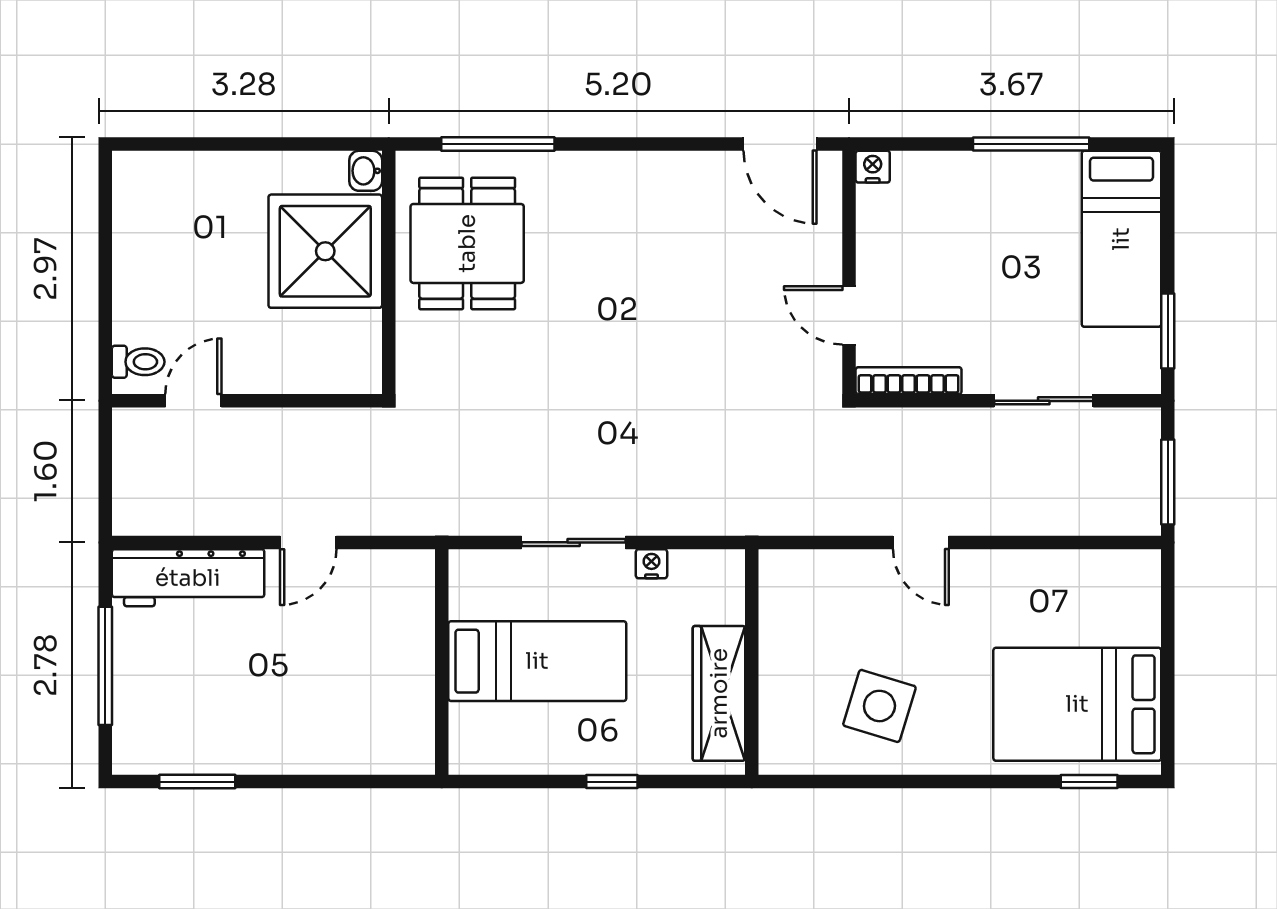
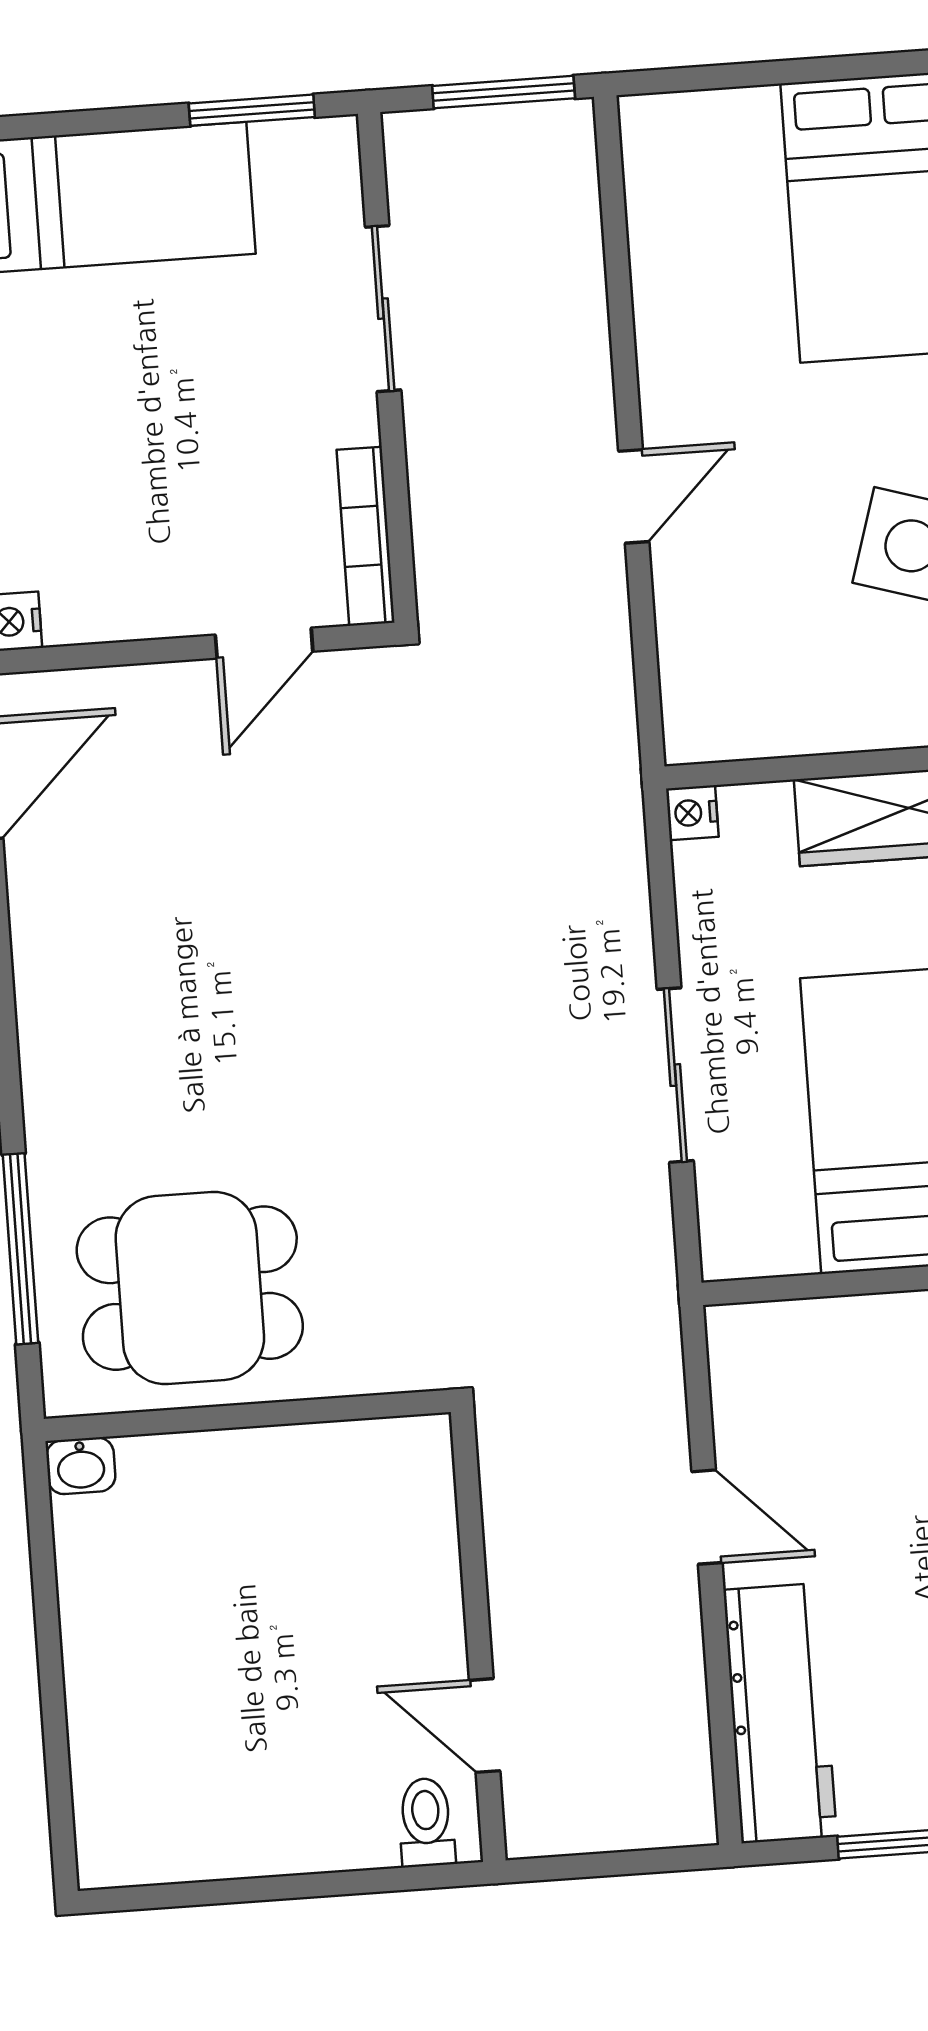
shower: (325, 251) -> (220, 1524), removed
nightstand: (651, 564) -> (692, 813), moved

